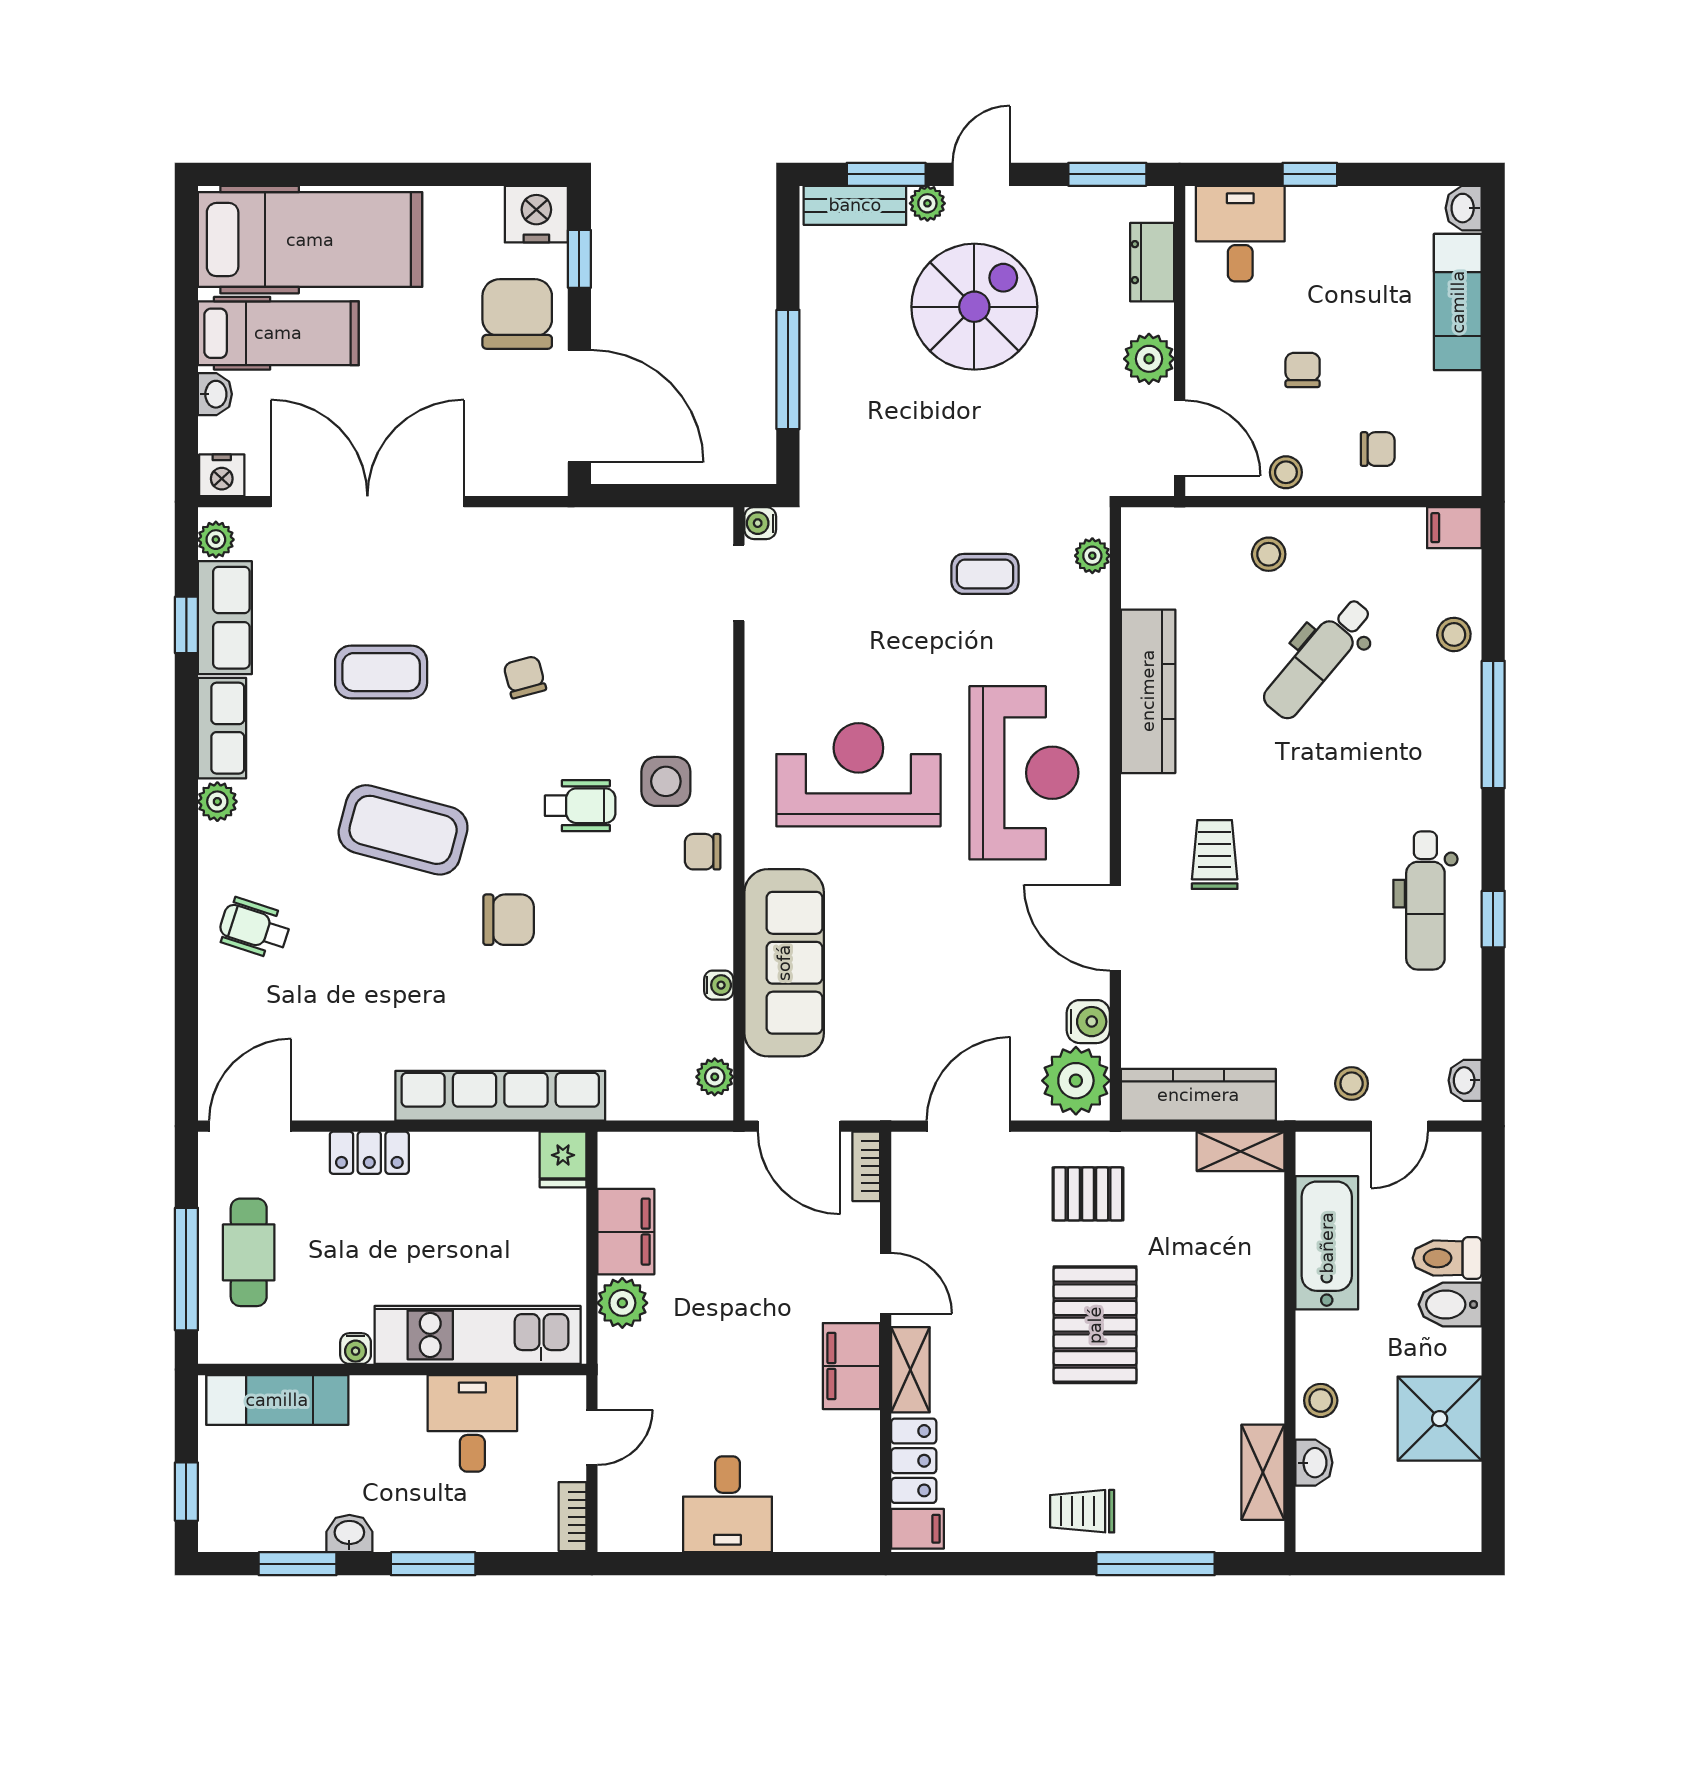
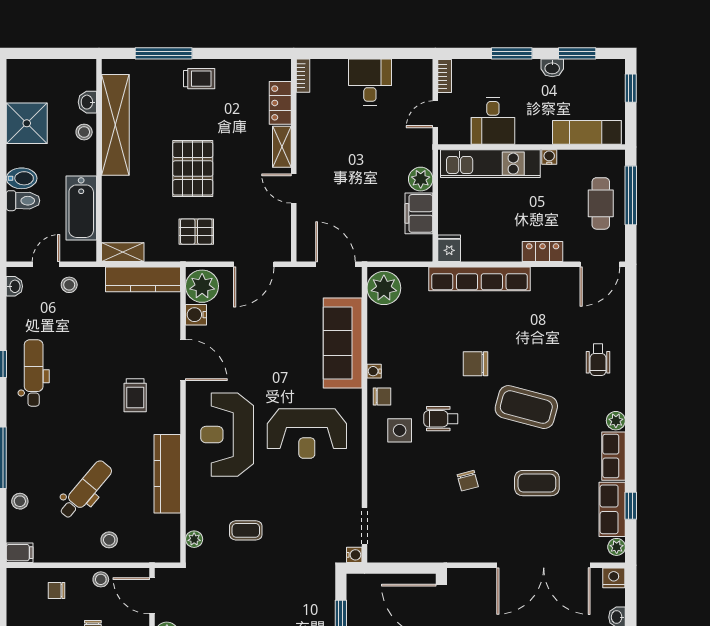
wheelchair: (254, 928) -> (598, 360), turned 72
water cooler: (719, 985) -> (374, 371), moved
plant: (715, 1077) -> (384, 288), width x1.88, depth x1.88
bookcase: (866, 1166) -> (303, 76), moved
filing cabinet: (852, 1366) -> (310, 149), removed
shelving: (1263, 1472) -> (115, 125), width x2.20, depth x1.33
filing cabinet: (918, 1529) -> (278, 70), removed

